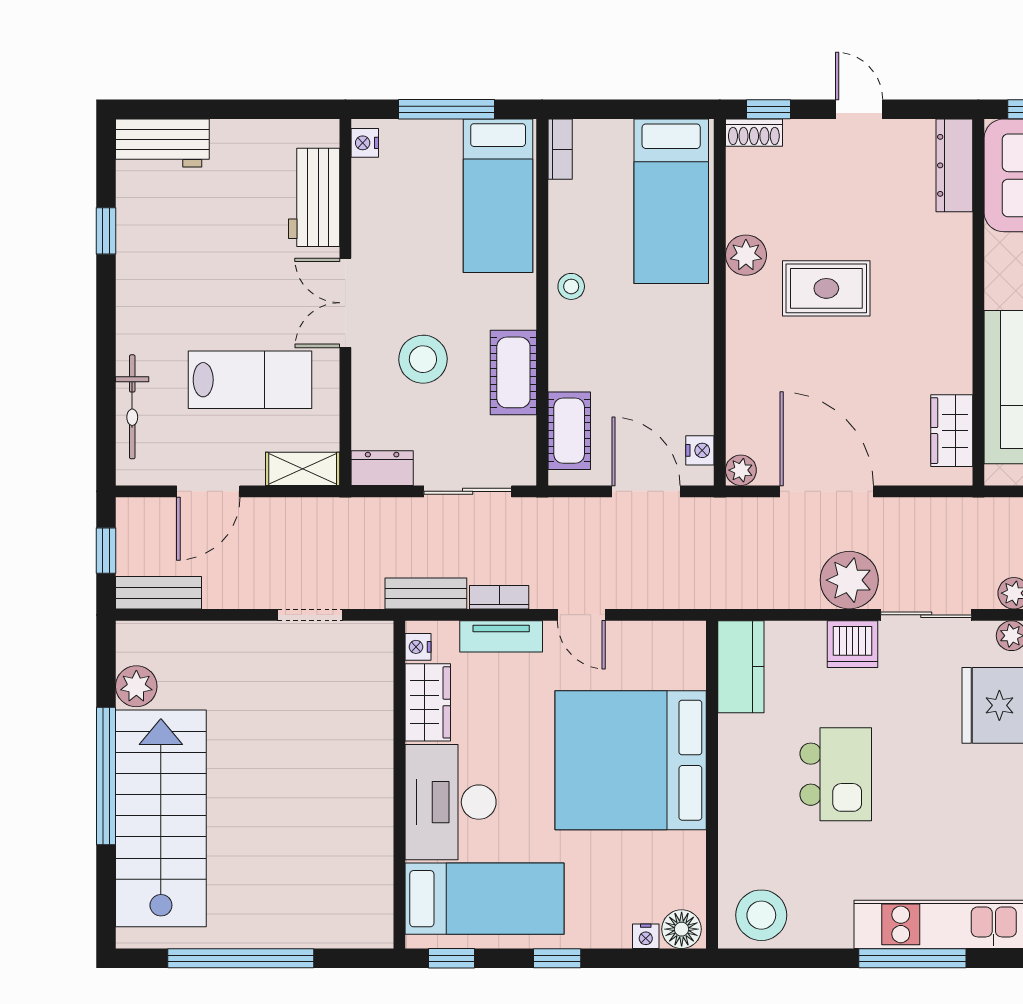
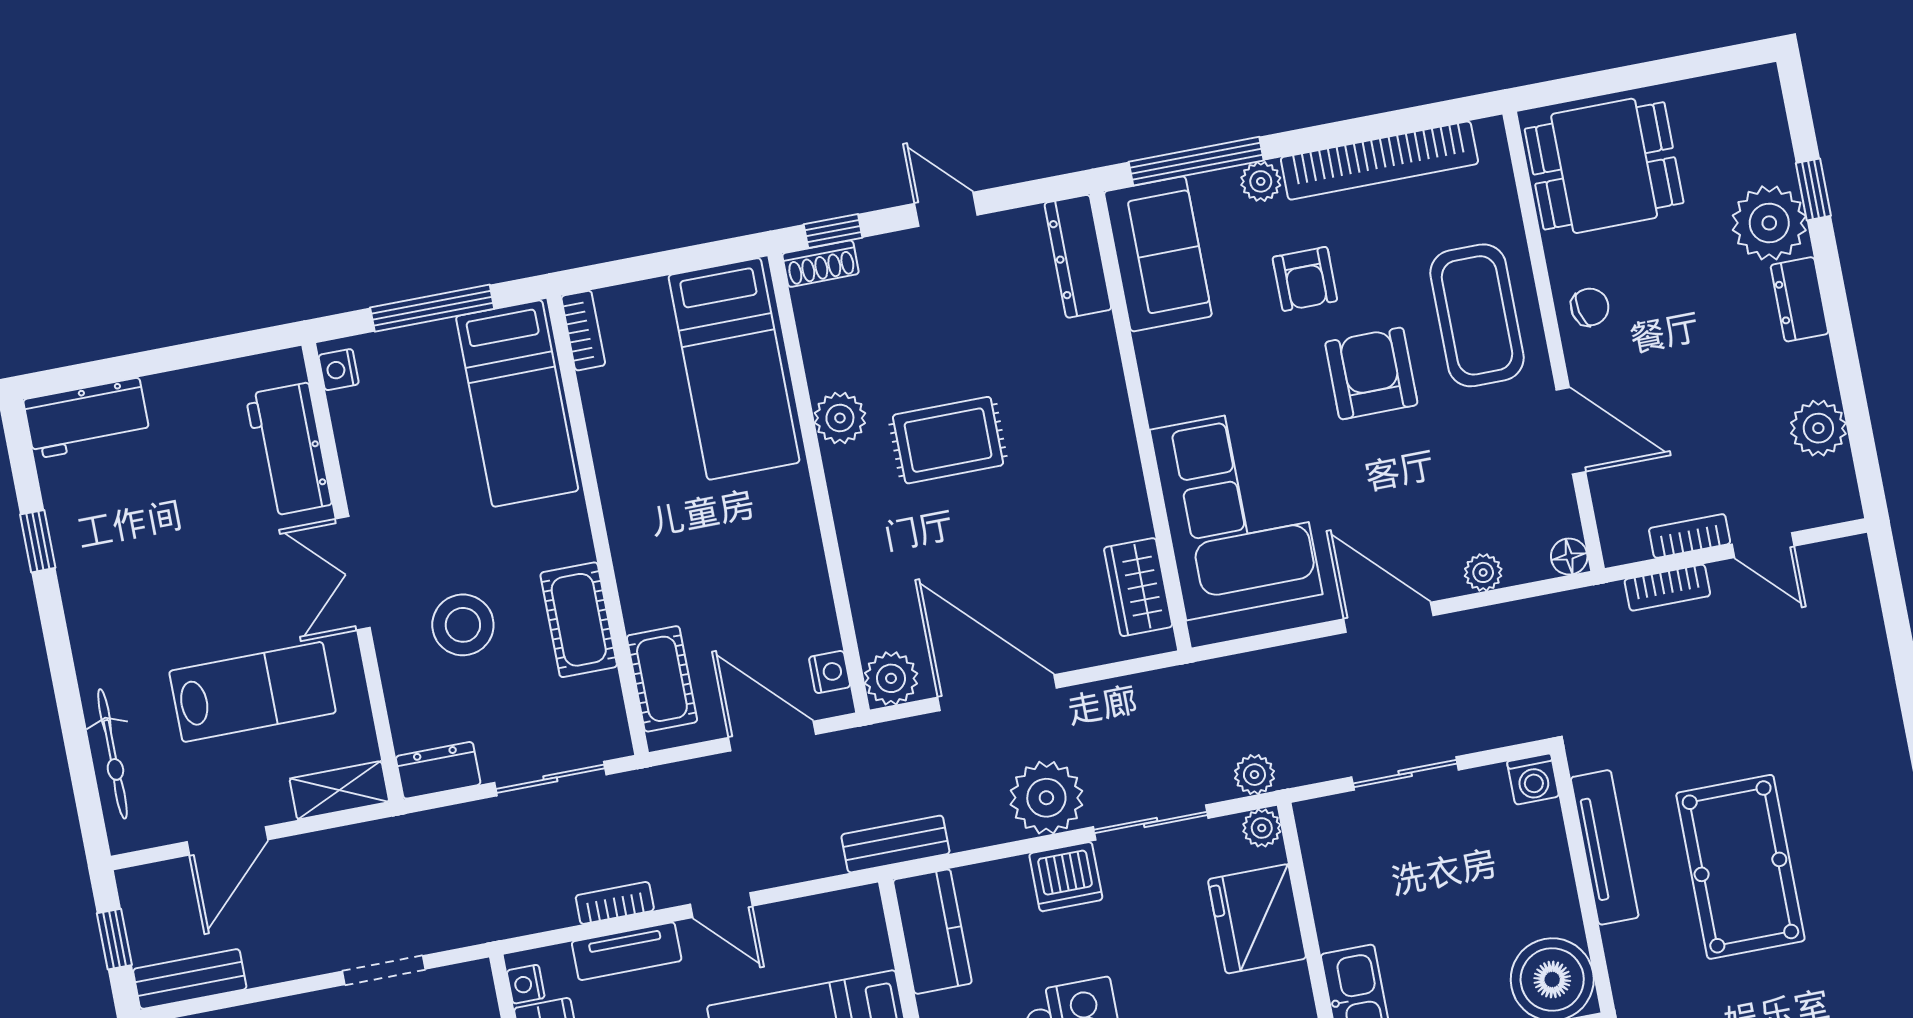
stool: (571, 286) -> (630, 499), removed
plant: (741, 470) -> (891, 678), width x1.38, depth x1.38
bench: (426, 593) -> (895, 844), moved

